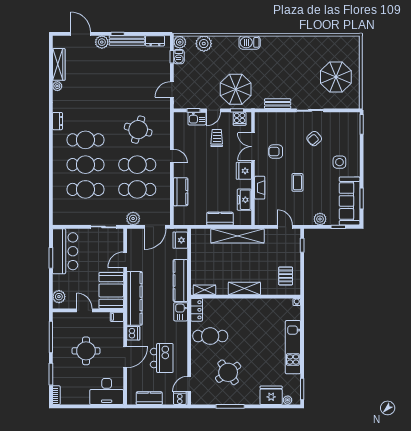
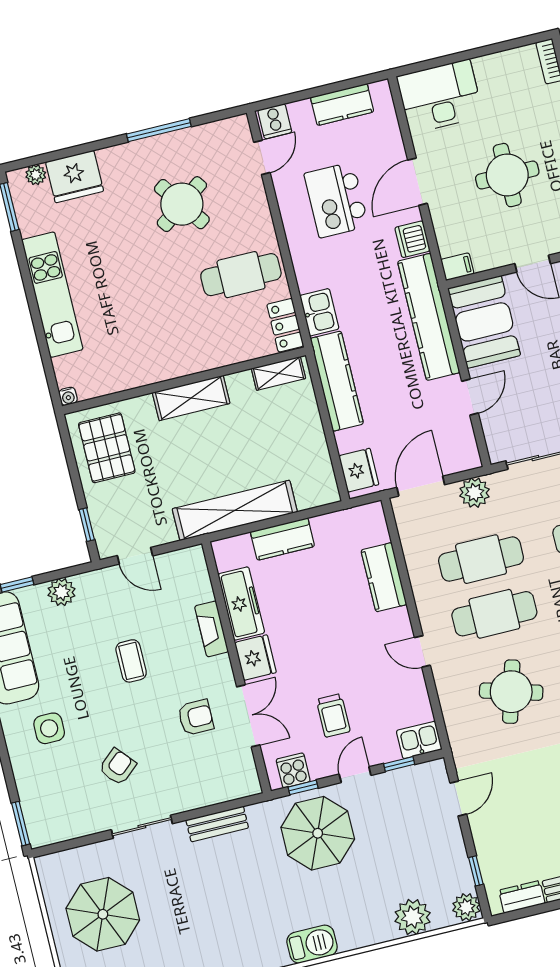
barbecue: (179, 57) -> (461, 875), removed
kitchen sink: (197, 119) -> (419, 740), moved
freezer: (244, 200) -> (241, 604), width x1.40
pallet: (286, 276) -> (107, 448), width x1.50, depth x1.42

